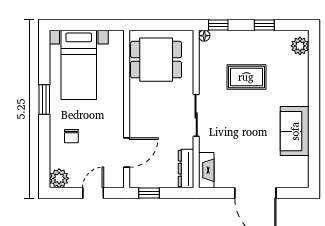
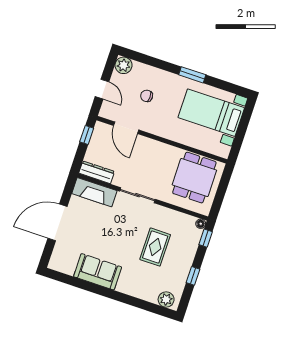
chair: (71, 136) -> (147, 96), moved
fireplace: (206, 170) -> (94, 192), width x1.37, depth x1.32

